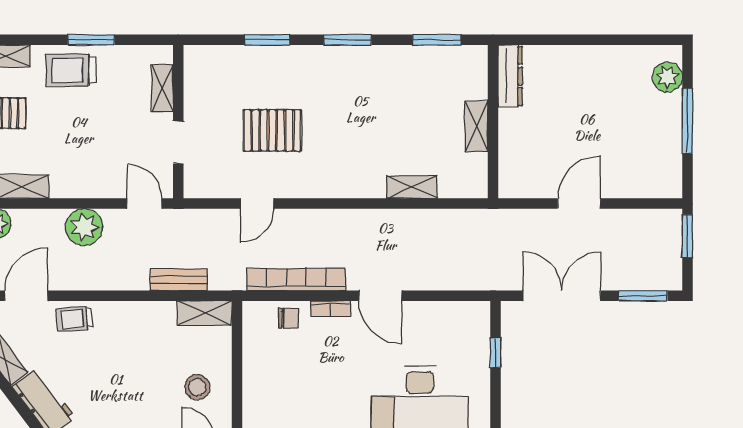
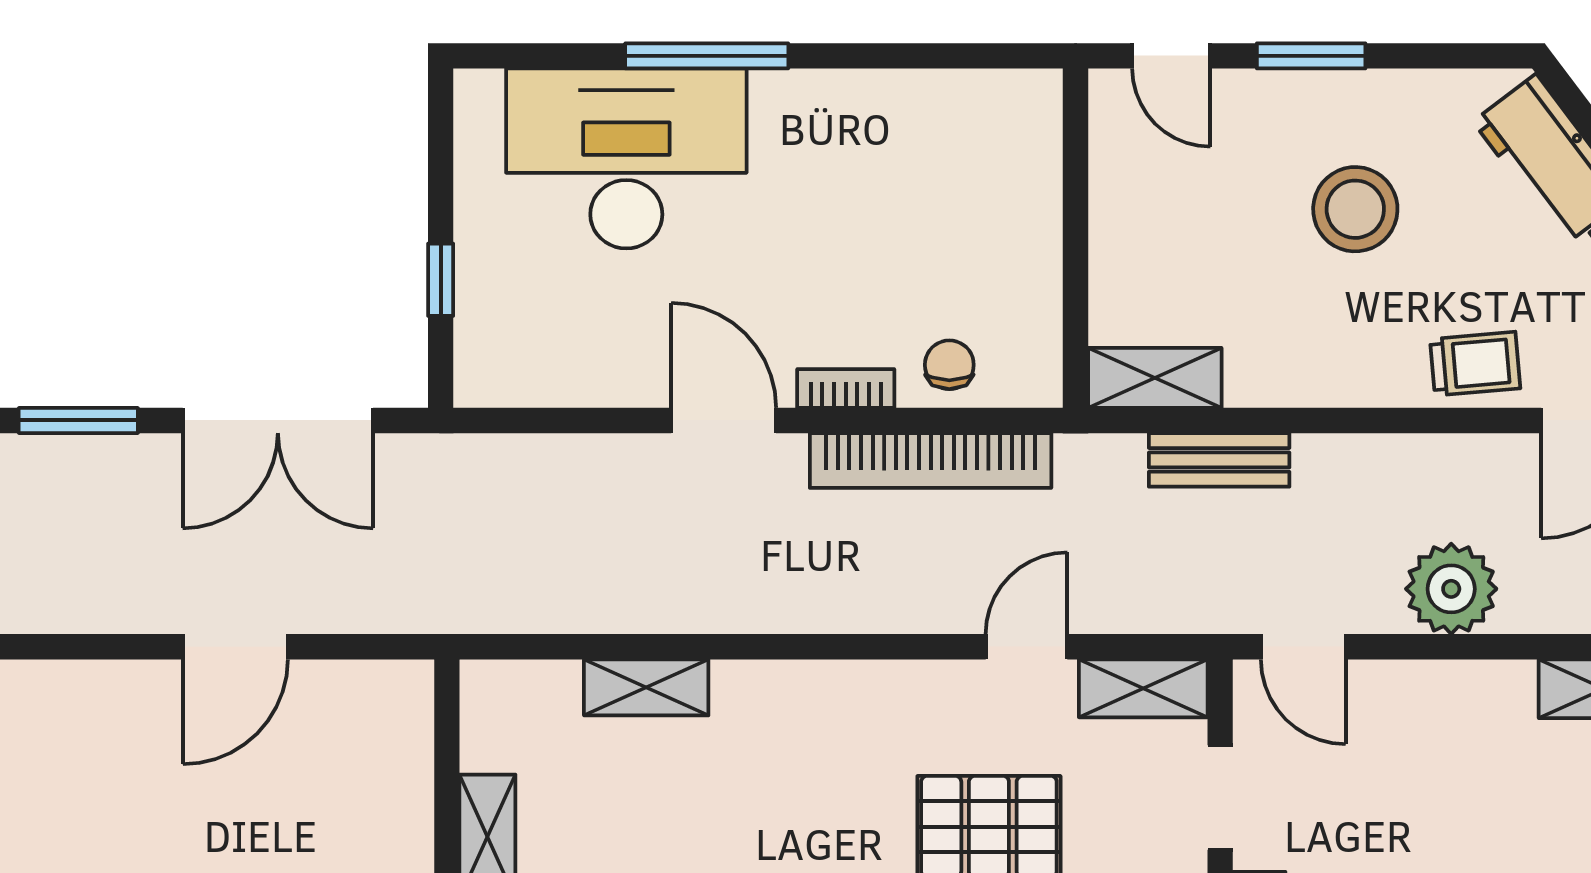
shelving: (210, 187) -> (1143, 688), added
chair: (288, 318) -> (949, 365), turned 90
stool: (197, 387) -> (1355, 209), moved, width x1.38, depth x1.38

